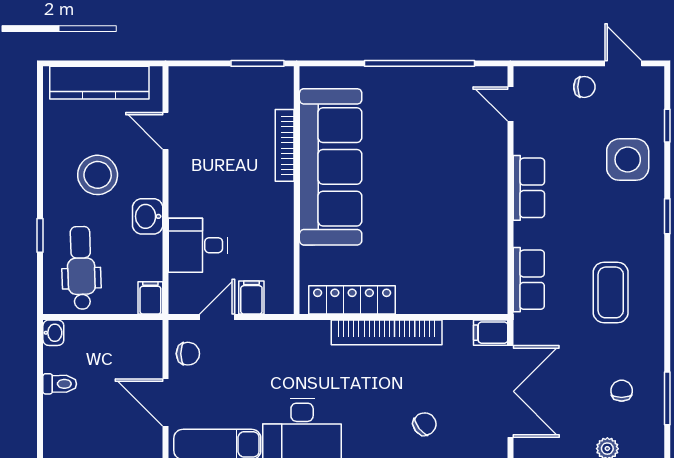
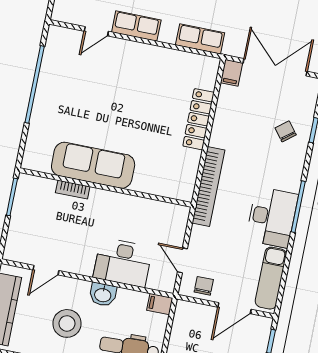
door: (510, 104) -> (96, 31), moved
bookcase: (285, 145) -> (73, 190), width x0.64
sofa: (331, 167) -> (93, 165), width x0.74, depth x0.79
desk: (198, 245) -> (123, 262), width x1.37
filing cabinet: (251, 298) -> (174, 234), removed
locker: (352, 300) -> (198, 119), moved
bookcase: (387, 332) -> (208, 186), moved

